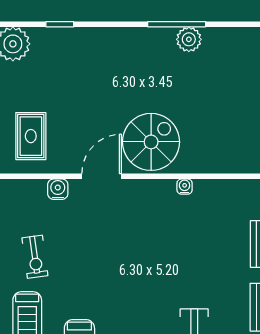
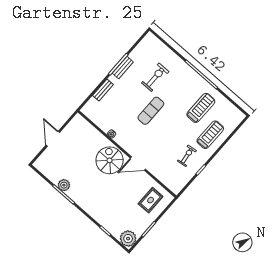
spiral stairs: (151, 142) -> (110, 160), turned 90
water cooler: (58, 189) -> (158, 173), removed
exercise mat: (155, 278) -> (151, 111), added

